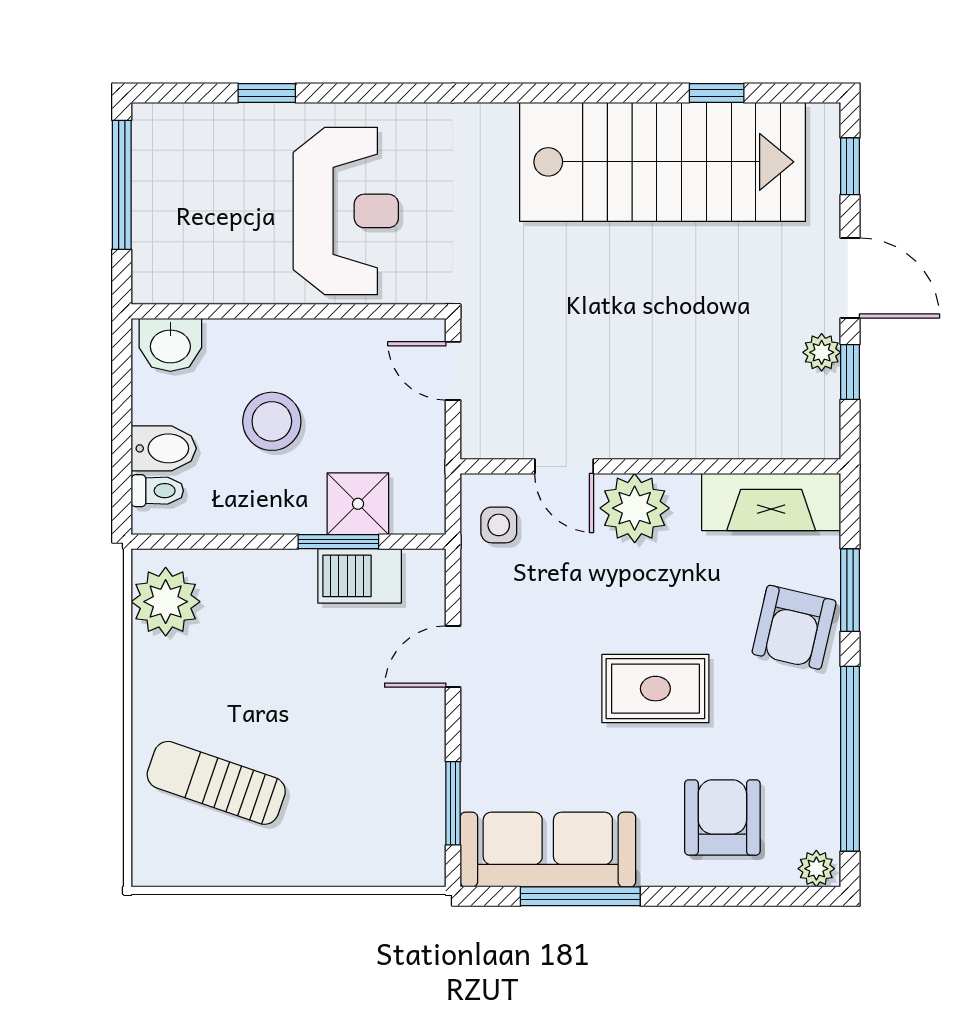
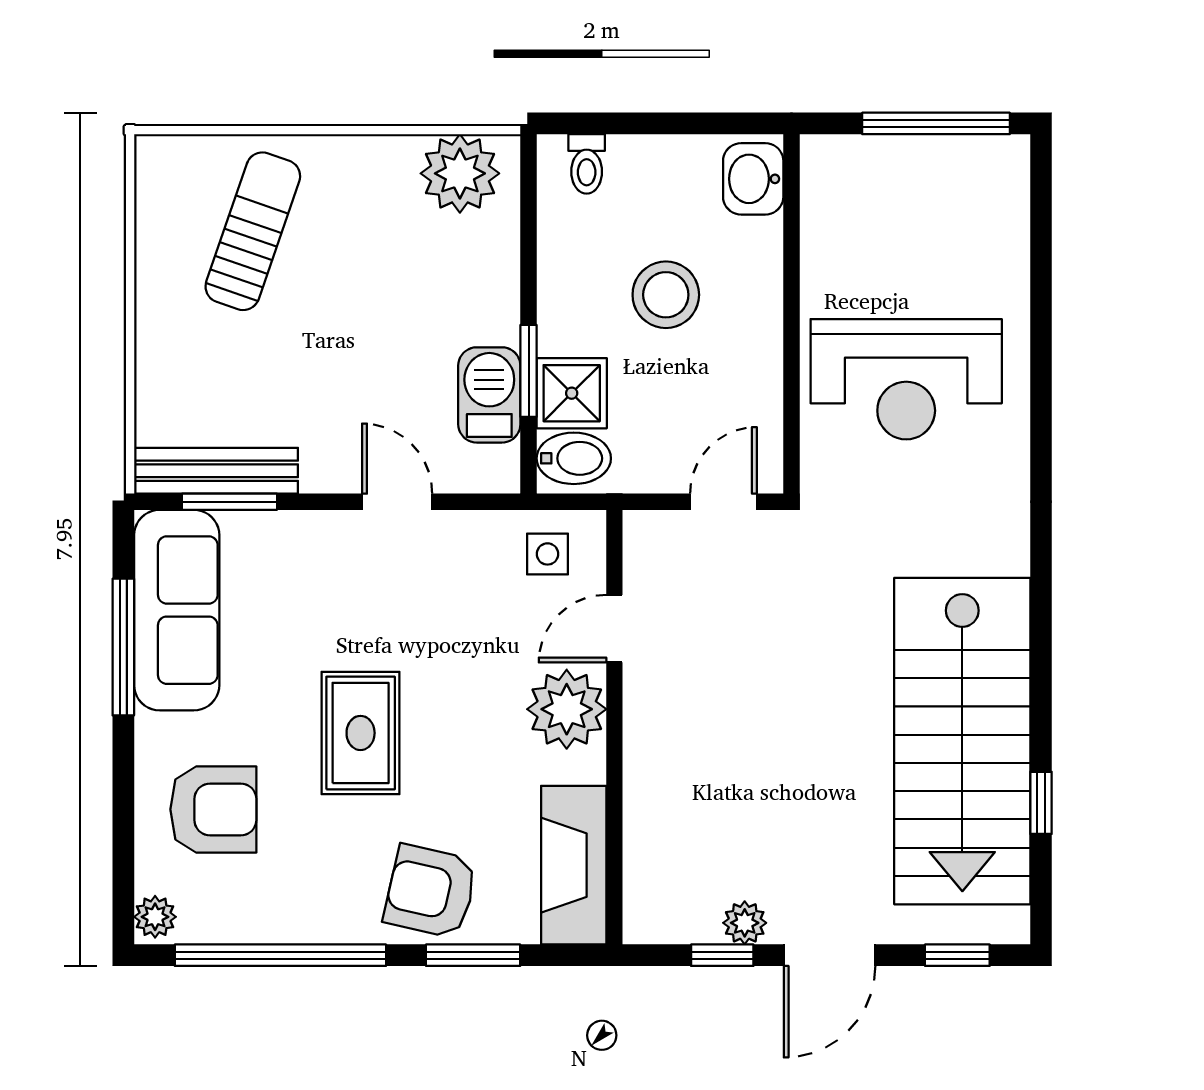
window: (267, 93) -> (1041, 289), removed
bidet: (164, 448) -> (574, 458), moved, turned -90
bench: (426, 815) -> (216, 471), added

